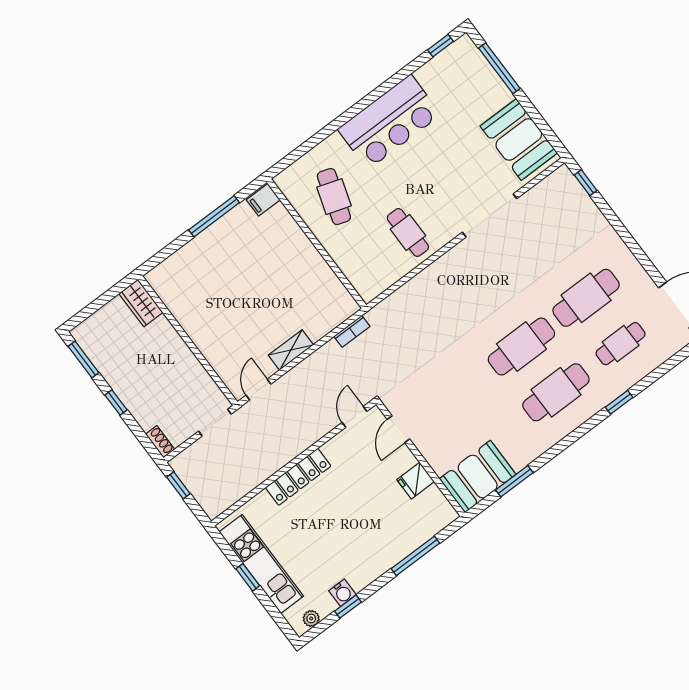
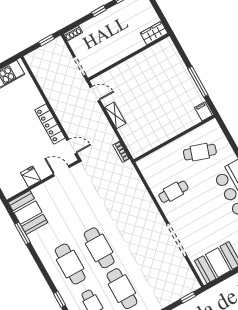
locker: (298, 477) -> (50, 124), moved

